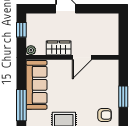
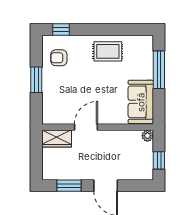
window: (96, 9) -> (69, 186), added
wardrobe: (59, 48) -> (57, 138), moved
sofa: (36, 85) -> (141, 102), width x0.73

